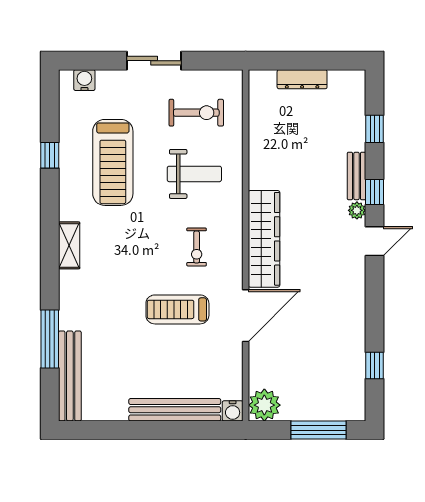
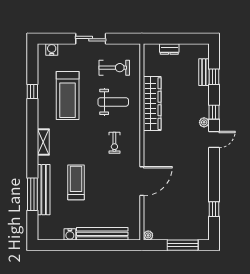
dresser: (302, 79) -> (169, 49), width x0.70
bench: (356, 176) -> (204, 72), moved
wardrobe: (264, 239) -> (152, 104), moved
treadmill: (177, 309) -> (76, 182), moved, turned 90
bench: (70, 376) -> (44, 190), moved
plant: (264, 405) -> (148, 235), width x0.53, depth x0.53
water cooler: (233, 411) -> (70, 234), moved

